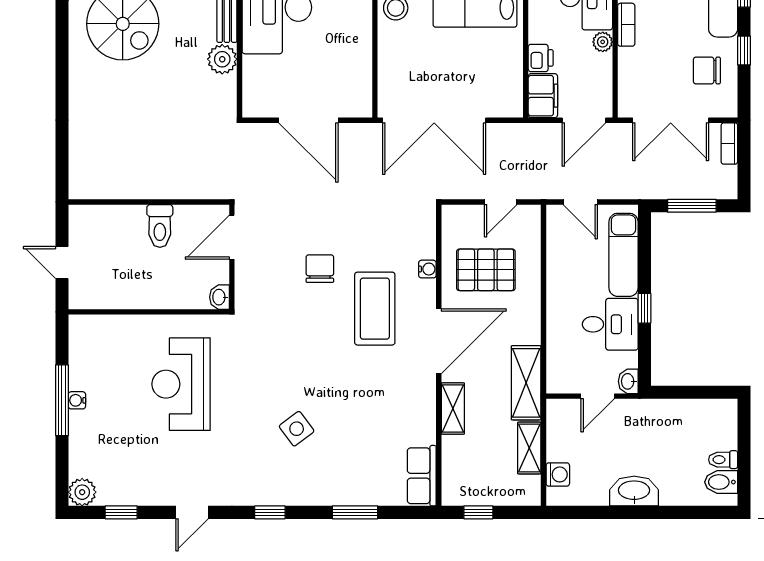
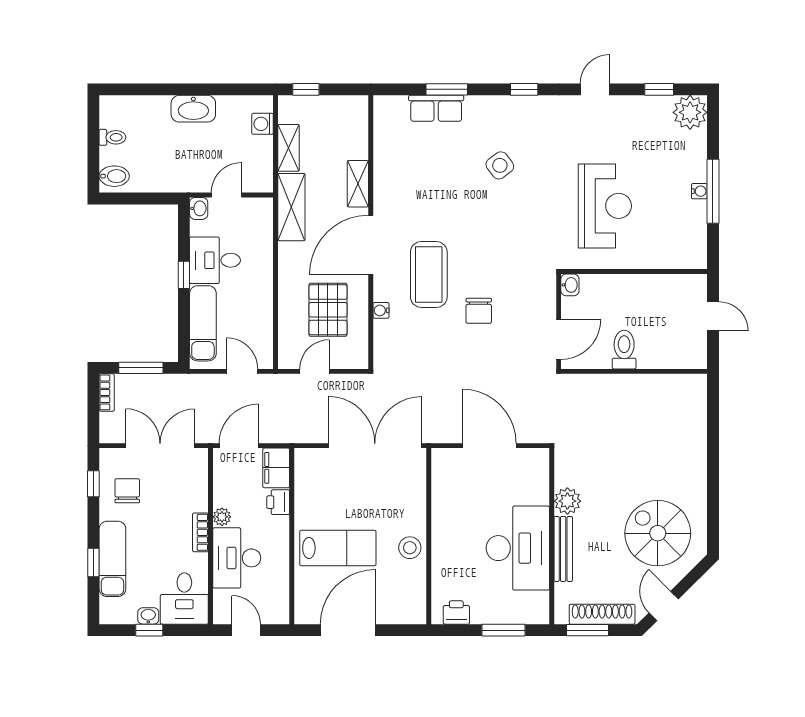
window: (744, 50) -> (93, 484), moved
chair: (707, 70) -> (127, 491), turned -90
bookcase: (729, 143) -> (107, 392), moved
pallet: (486, 270) -> (328, 310), turned 90
row of seats: (422, 476) -> (436, 108), moved, turned 90
bidet: (721, 482) -> (114, 176), moved
plant: (82, 492) -> (690, 112), width x1.36, depth x1.36
window: (478, 512) -> (306, 89), moved

